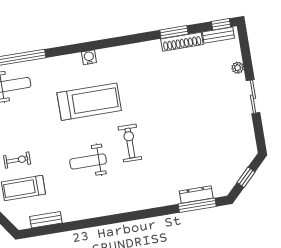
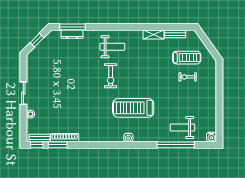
window: (174, 32) -> (58, 145), moved
weight bench: (88, 161) -> (112, 47), moved
shelving: (77, 214) -> (154, 35), added

